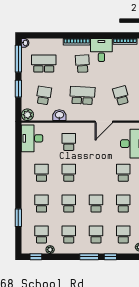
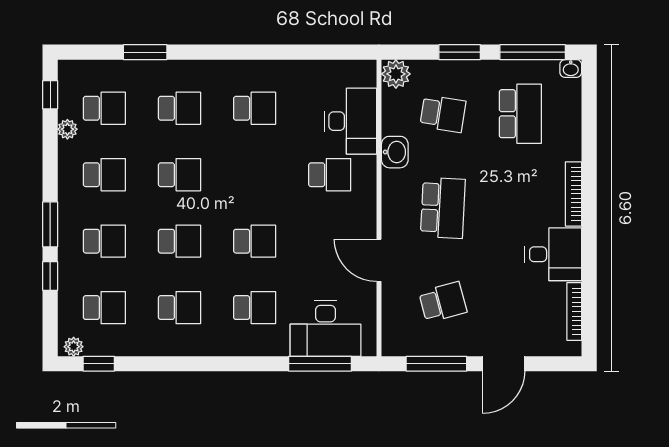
school desk: (82, 64) -> (520, 208), removed
desk: (32, 138) -> (351, 121), moved, turned 90
school desk: (69, 173) -> (255, 241), moved

